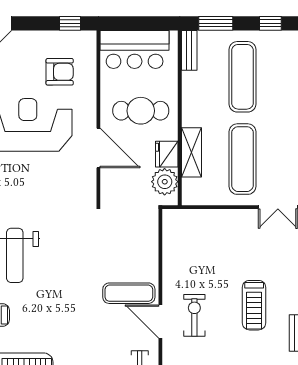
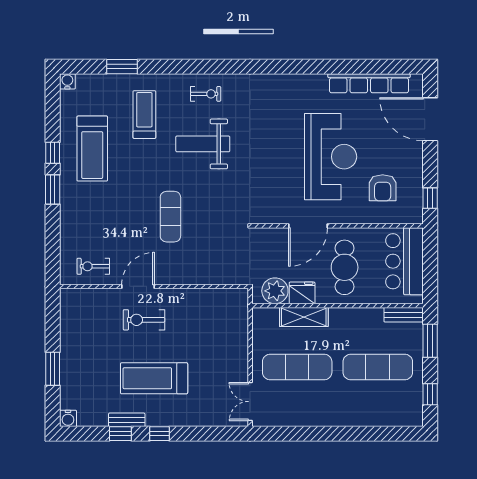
exercise mat: (129, 293) -> (170, 217), moved
treadmill: (254, 305) -> (154, 378), width x1.37, depth x1.38
exercise bike: (194, 315) -> (144, 320), turned 180

